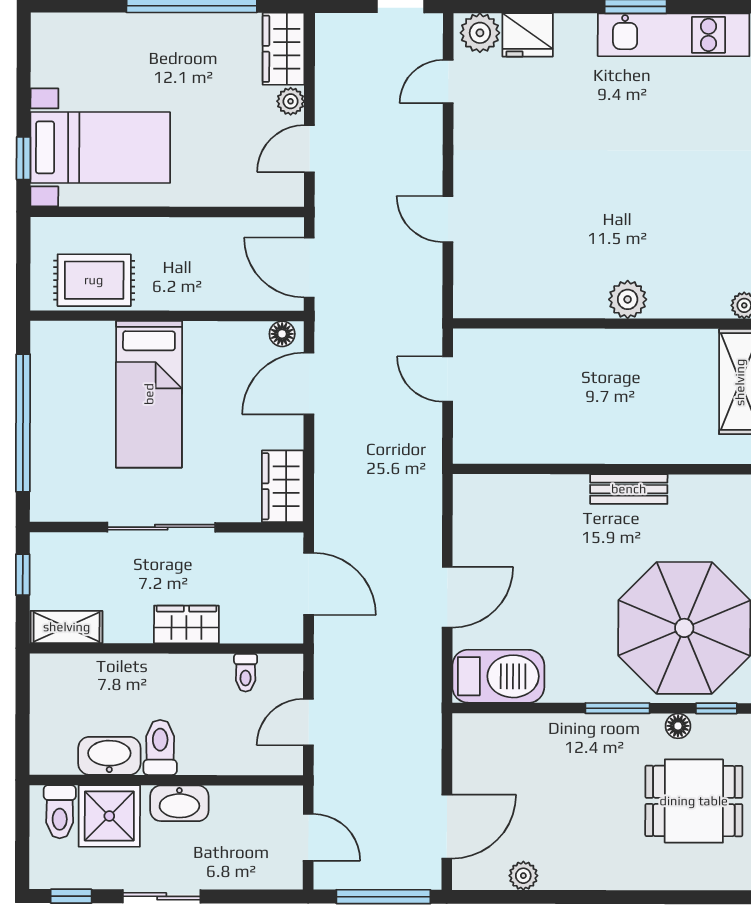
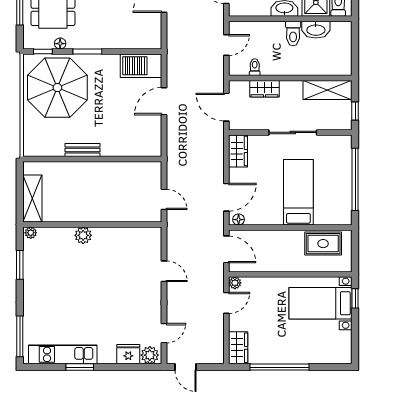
plant: (291, 101) -> (235, 283), moved
wardrobe: (186, 625) -> (265, 89), moved
shelving: (67, 627) -> (327, 90), width x1.50, depth x1.33

